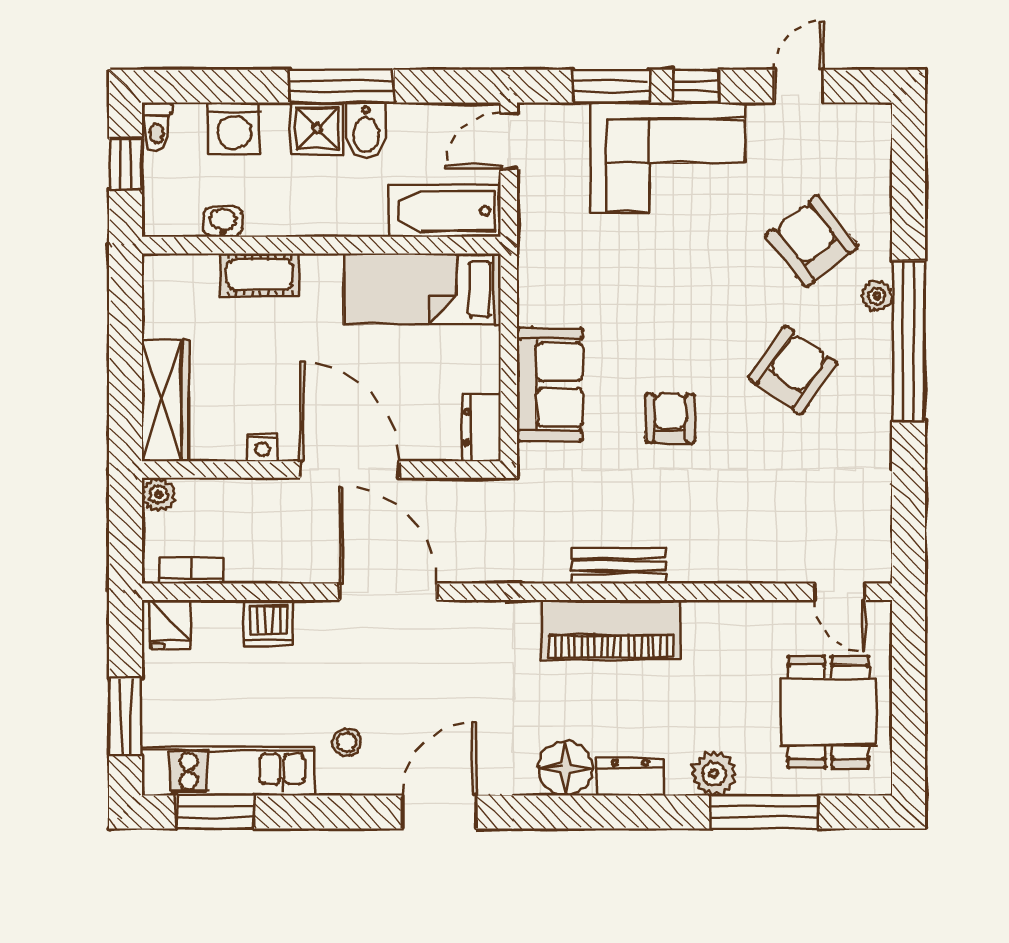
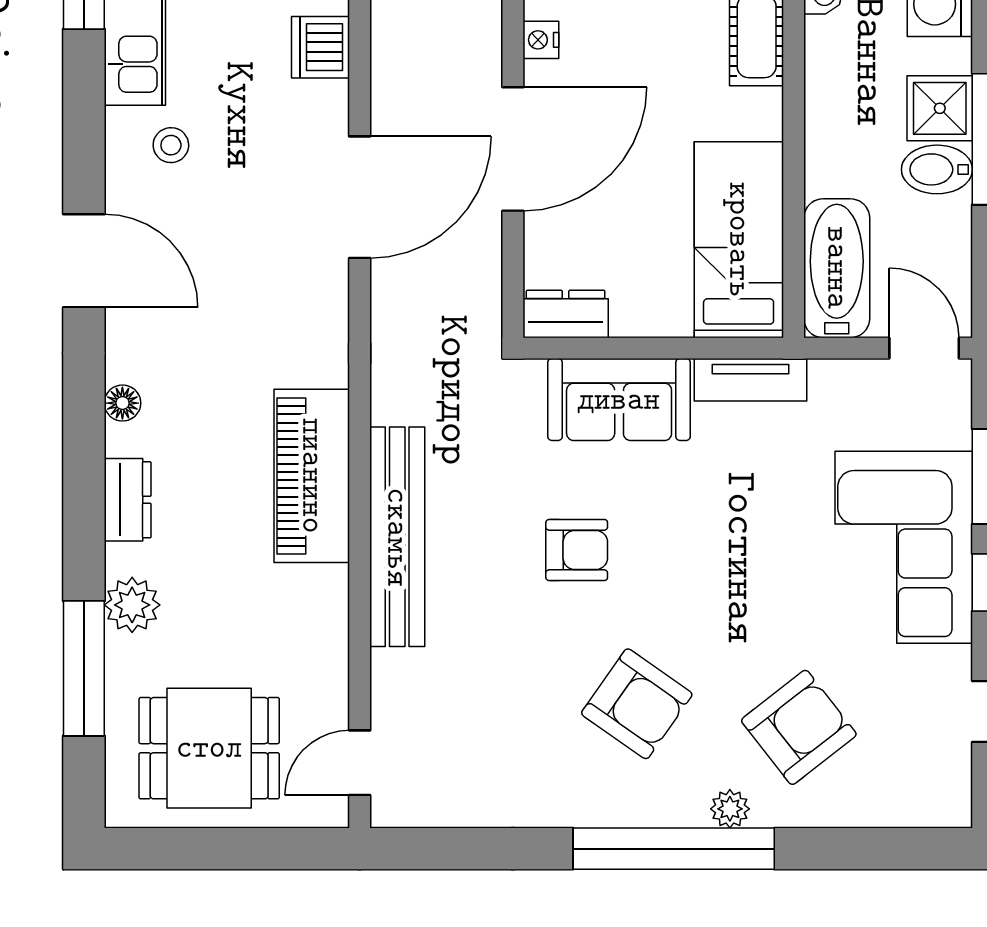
tv unit: (534, 280) -> (750, 380), added
bench: (619, 566) -> (397, 537), width x1.86, depth x1.21
floor lamp: (565, 768) -> (122, 403), width x0.53, depth x0.53

